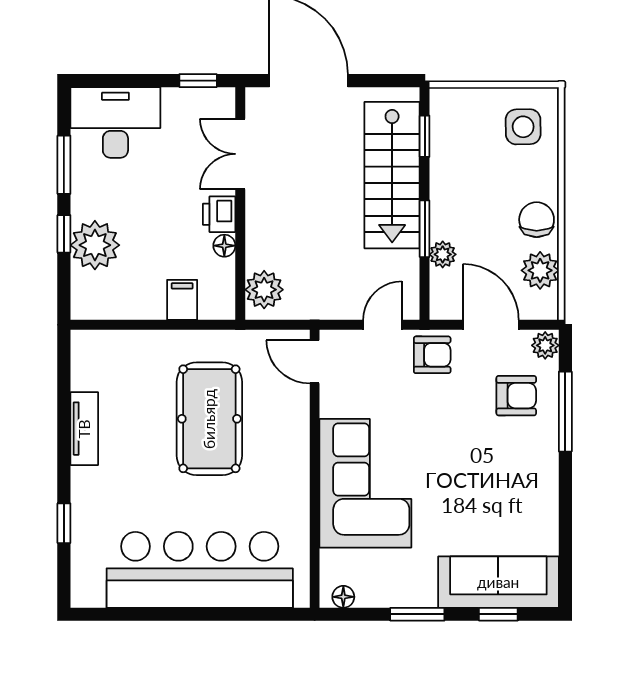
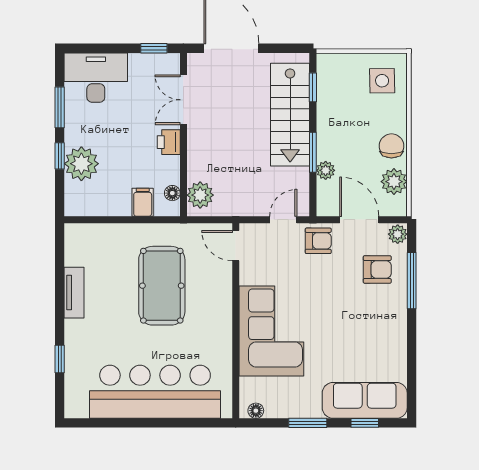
floor lamp: (224, 246) -> (172, 193), moved

